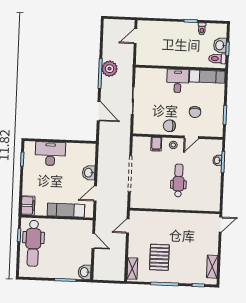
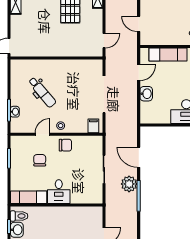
plant: (110, 69) -> (129, 184), moved
filing cabinet: (156, 144) -> (93, 126), moved
dental chair: (179, 180) -> (42, 92), moved, turned -40

